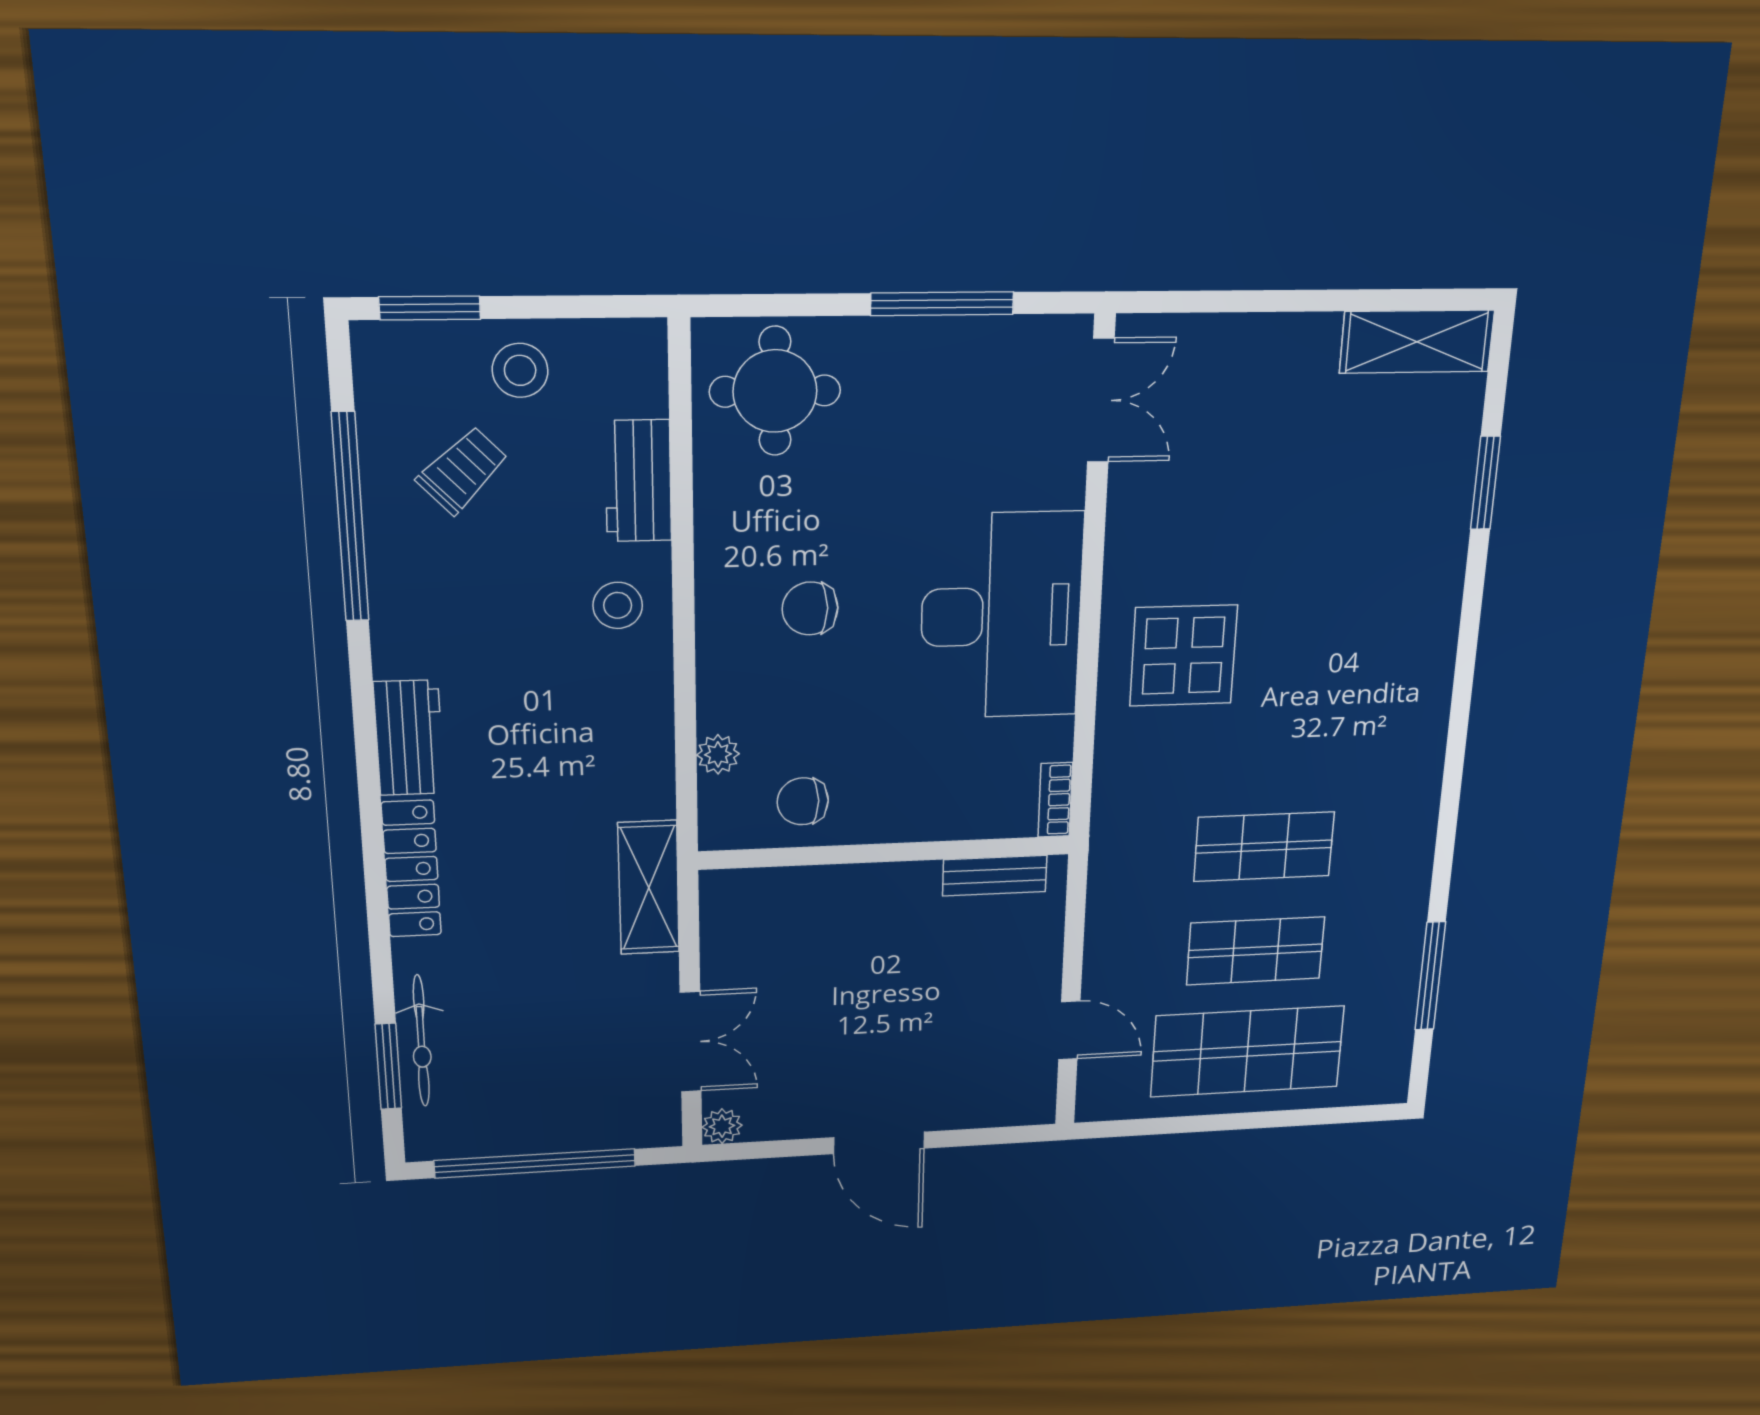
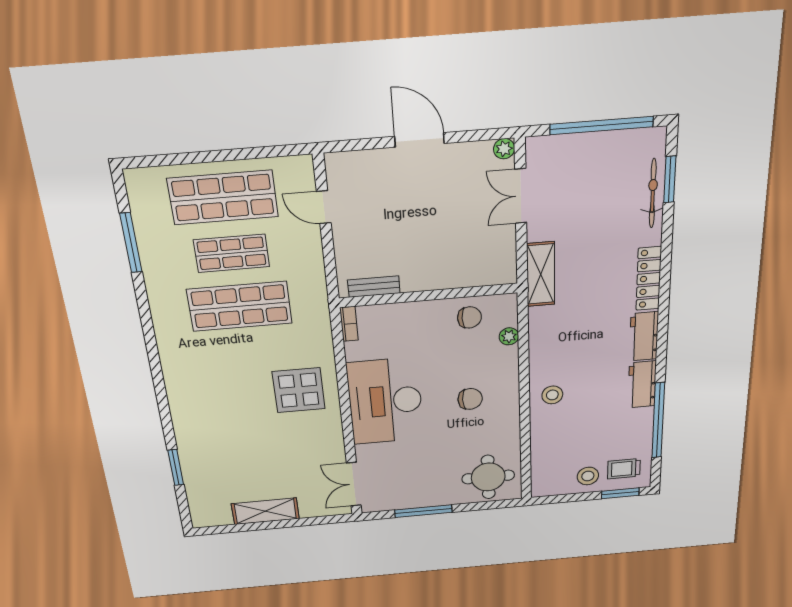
shelving: (1417, 342) -> (265, 511), moved
trolley: (462, 470) -> (624, 469), moved, turned 44
workbench: (638, 481) -> (642, 384), moved, turned 180
shop shelf: (1264, 847) -> (240, 306), width x1.43, depth x1.36

